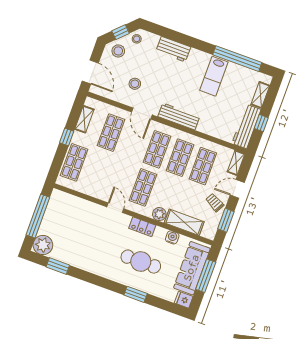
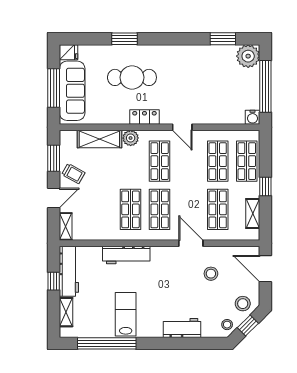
workbench: (179, 116) -> (126, 255), moved
shop shelf: (203, 166) -> (218, 161), moved
water cooler: (172, 237) -> (253, 117), moved

